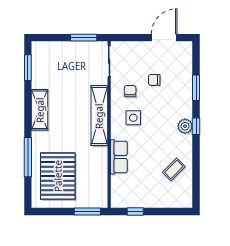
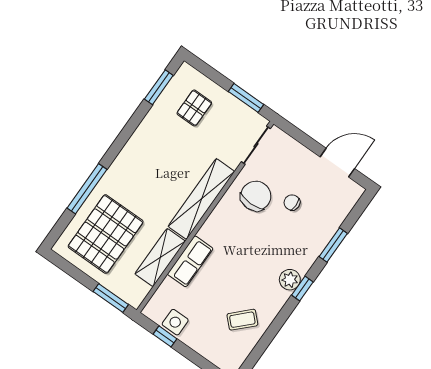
pallet: (57, 65) -> (194, 108), added
chair: (130, 91) -> (256, 196), width x1.87, depth x1.87
shelving: (40, 110) -> (160, 258), moved
side table: (133, 118) -> (175, 322), moved

